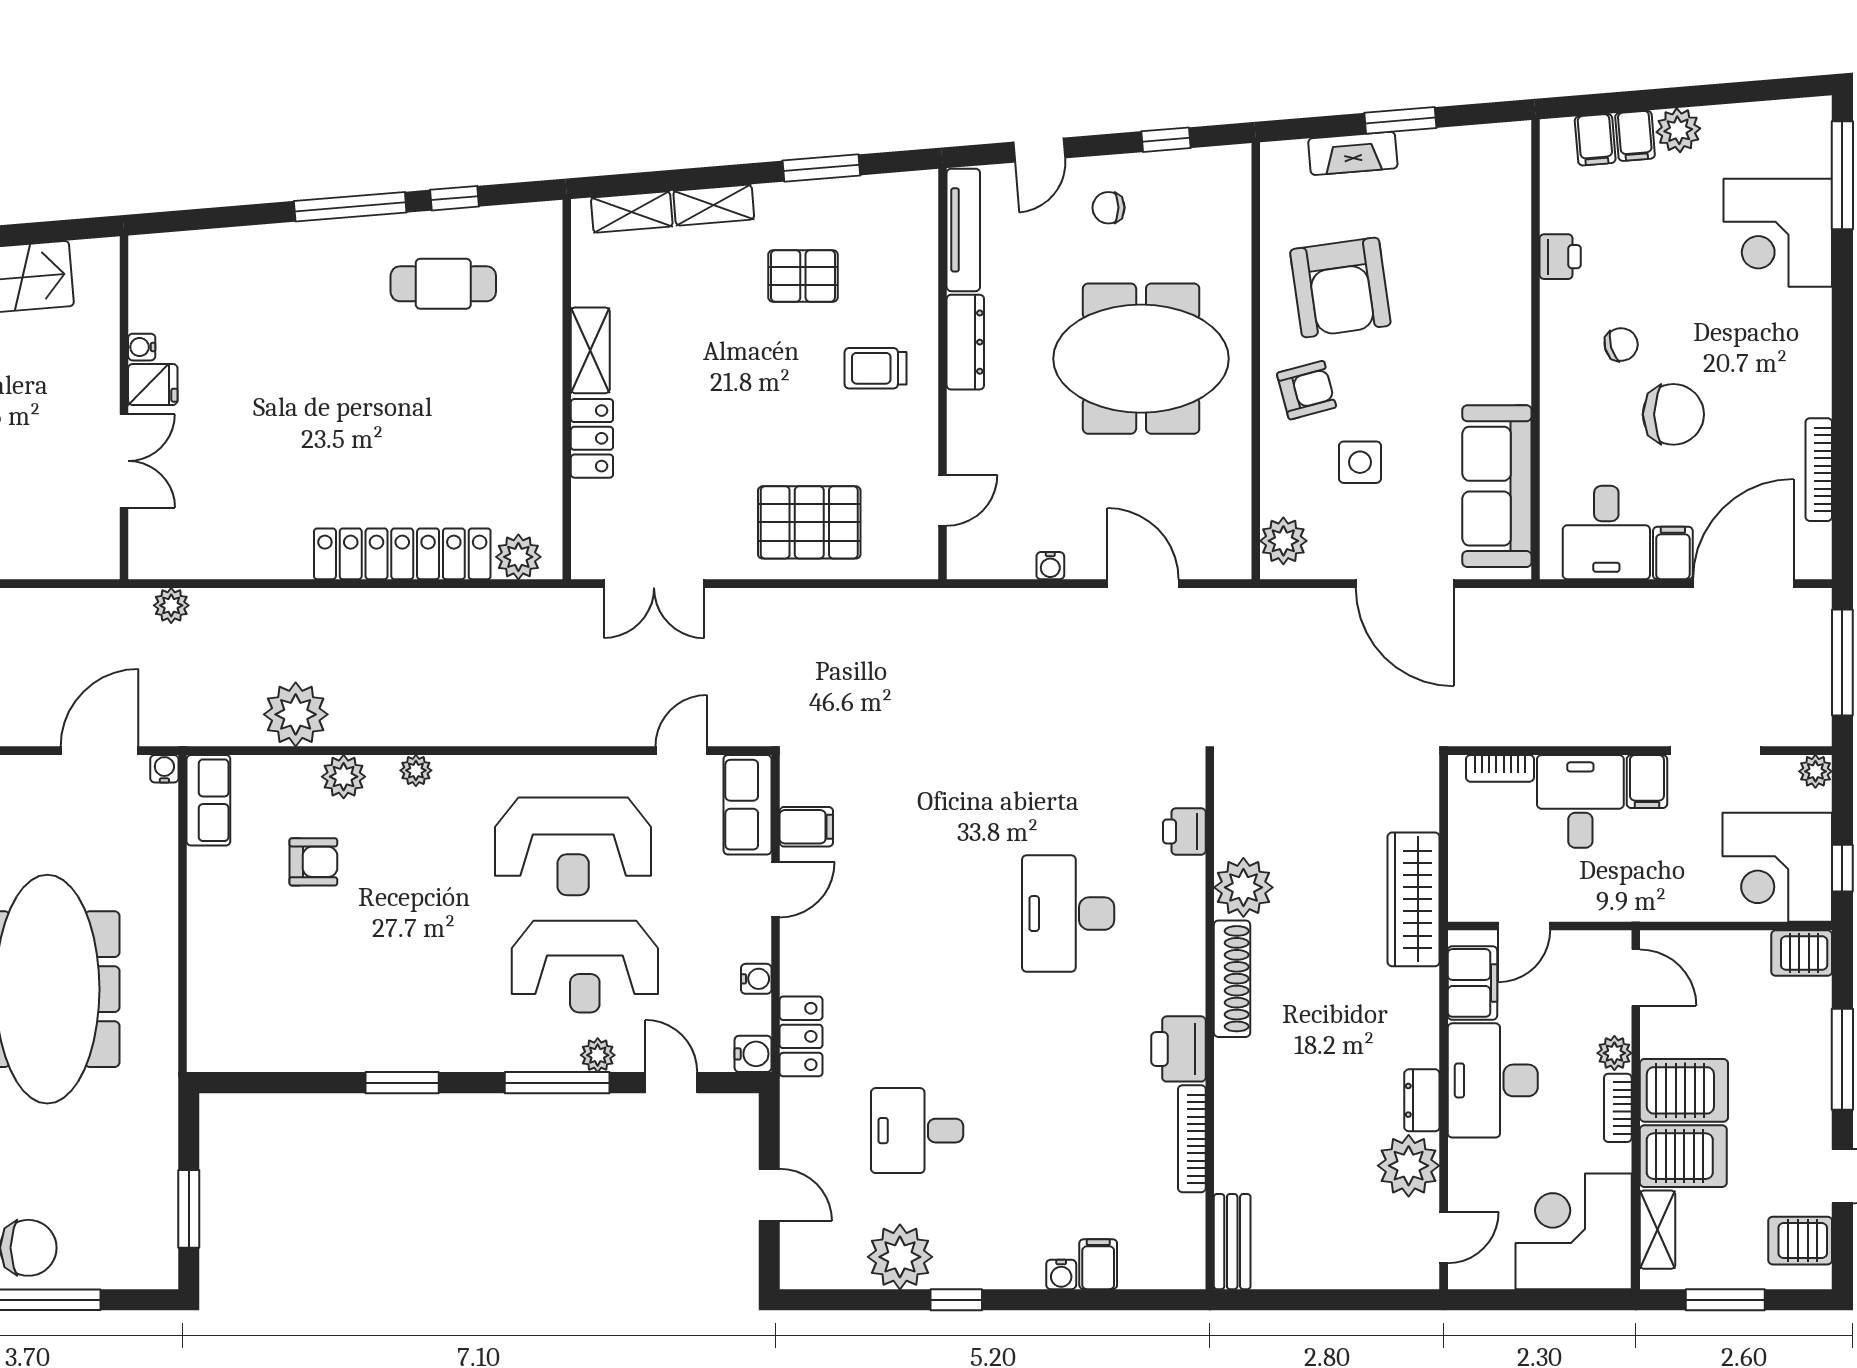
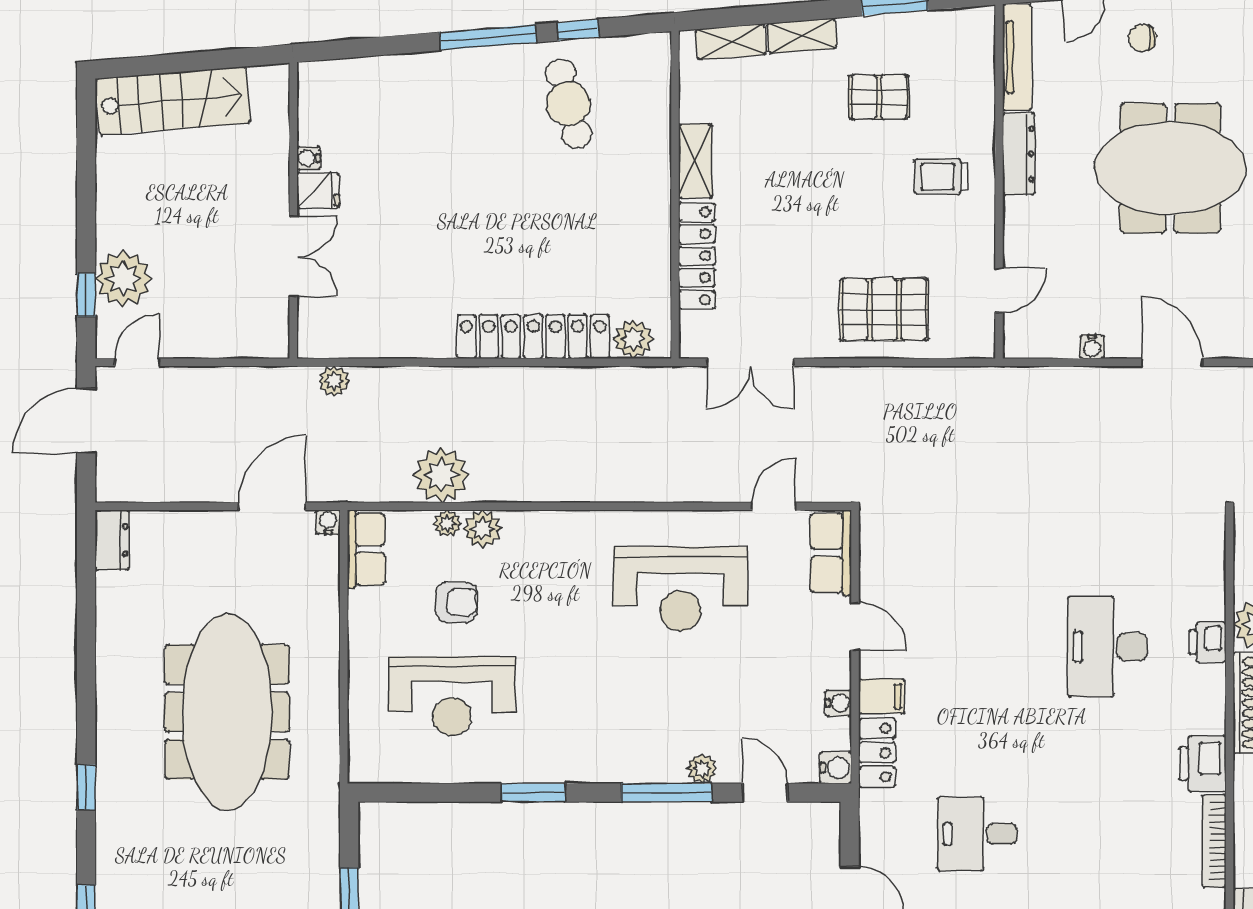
cafe table: (443, 284) -> (569, 104), turned 75
locker: (592, 438) -> (697, 256), width x1.53
plant: (416, 770) -> (447, 523), moved
filing cabinet: (806, 827) -> (882, 696), moved
printer: (1184, 831) -> (1208, 642), moved
door: (775, 890) -> (855, 626), hinge flipped
reception desk: (585, 967) -> (452, 696), moved

